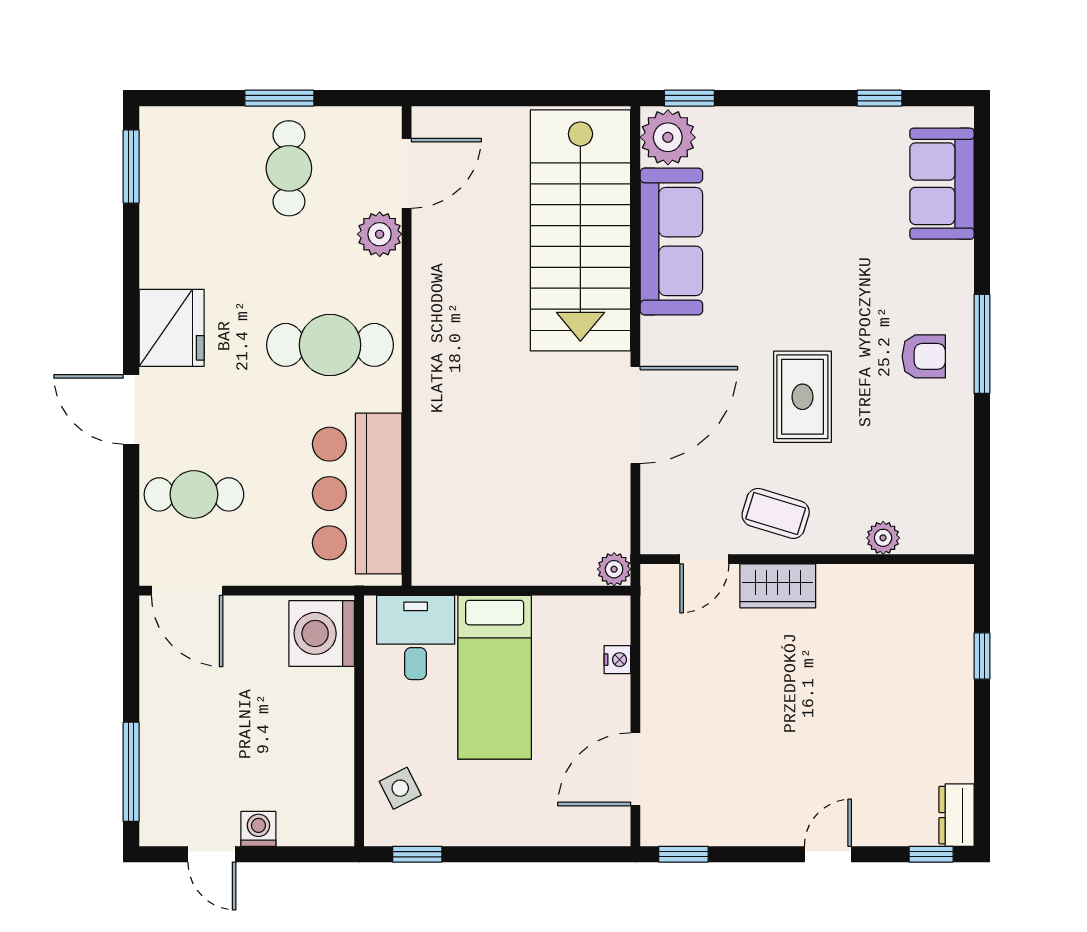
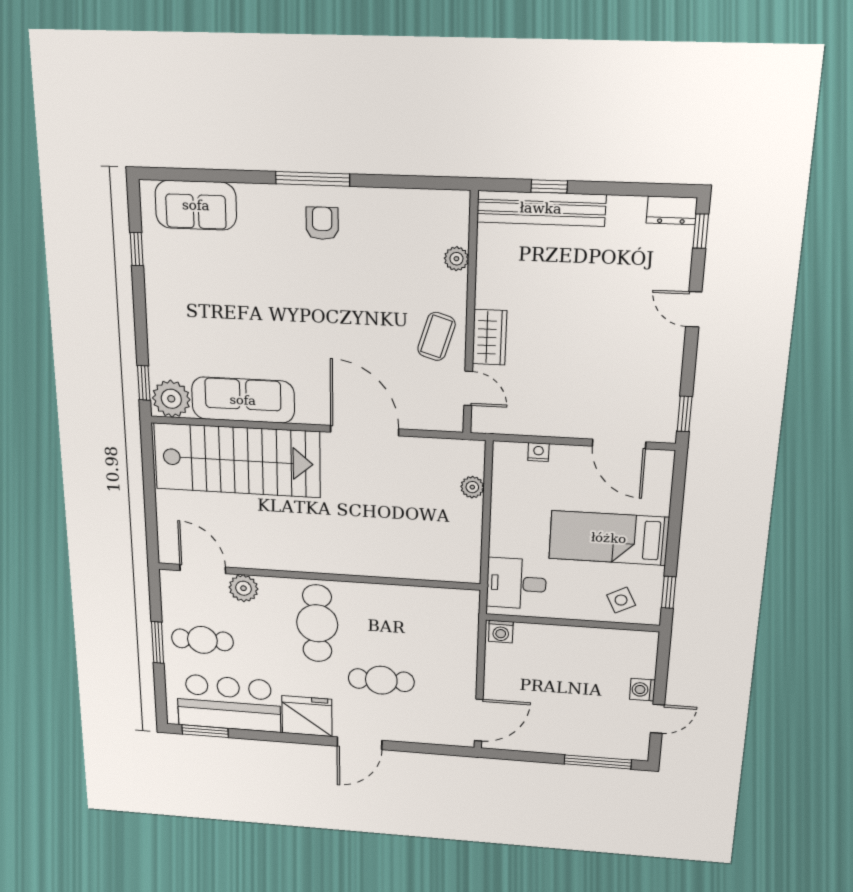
rug: (802, 397) -> (352, 313), removed
cafe table: (194, 494) -> (381, 680), moved, turned 90
bar counter: (357, 494) -> (229, 703), moved, turned 180
plant: (614, 569) -> (472, 487), moved
washing machine: (322, 633) -> (501, 632), width x0.53, depth x0.53
bench: (953, 647) -> (541, 208), added
bed: (495, 677) -> (609, 538), moved, turned 180

